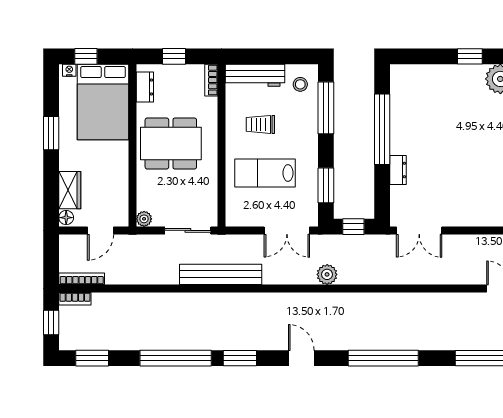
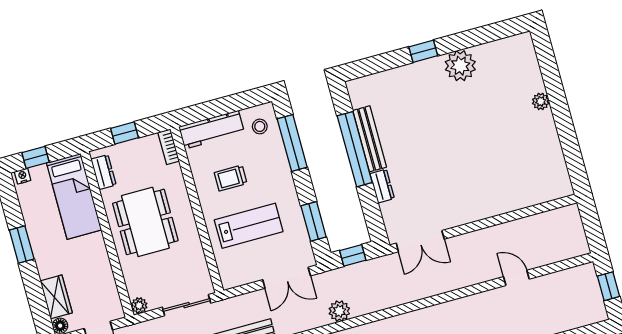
bed: (103, 102) -> (74, 196), width x0.67
bench: (398, 123) -> (370, 139), added
dining table: (171, 144) -> (145, 222), turned 90
lab bench: (265, 173) -> (249, 226), turned 180

